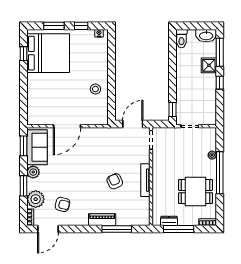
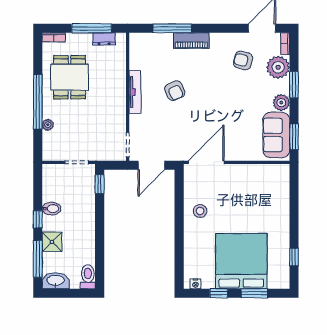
bed: (48, 53) -> (241, 261), moved, turned 90
bidet: (209, 91) -> (52, 209), added
door: (67, 126) -> (206, 162), moved
dining table: (196, 192) -> (70, 77), turned 90

